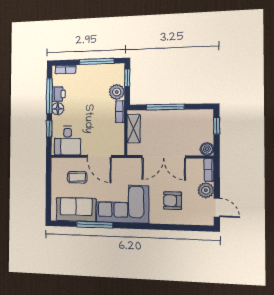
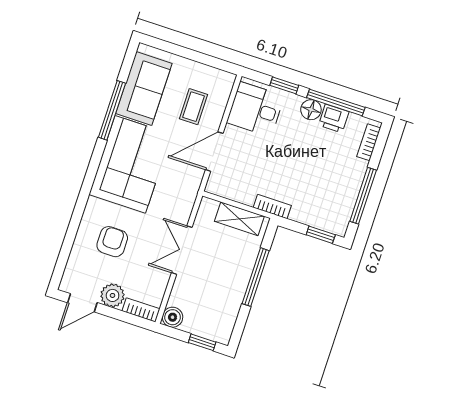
plant: (117, 92) -> (305, 211), removed
double door: (164, 157) -> (182, 250), width x0.73

